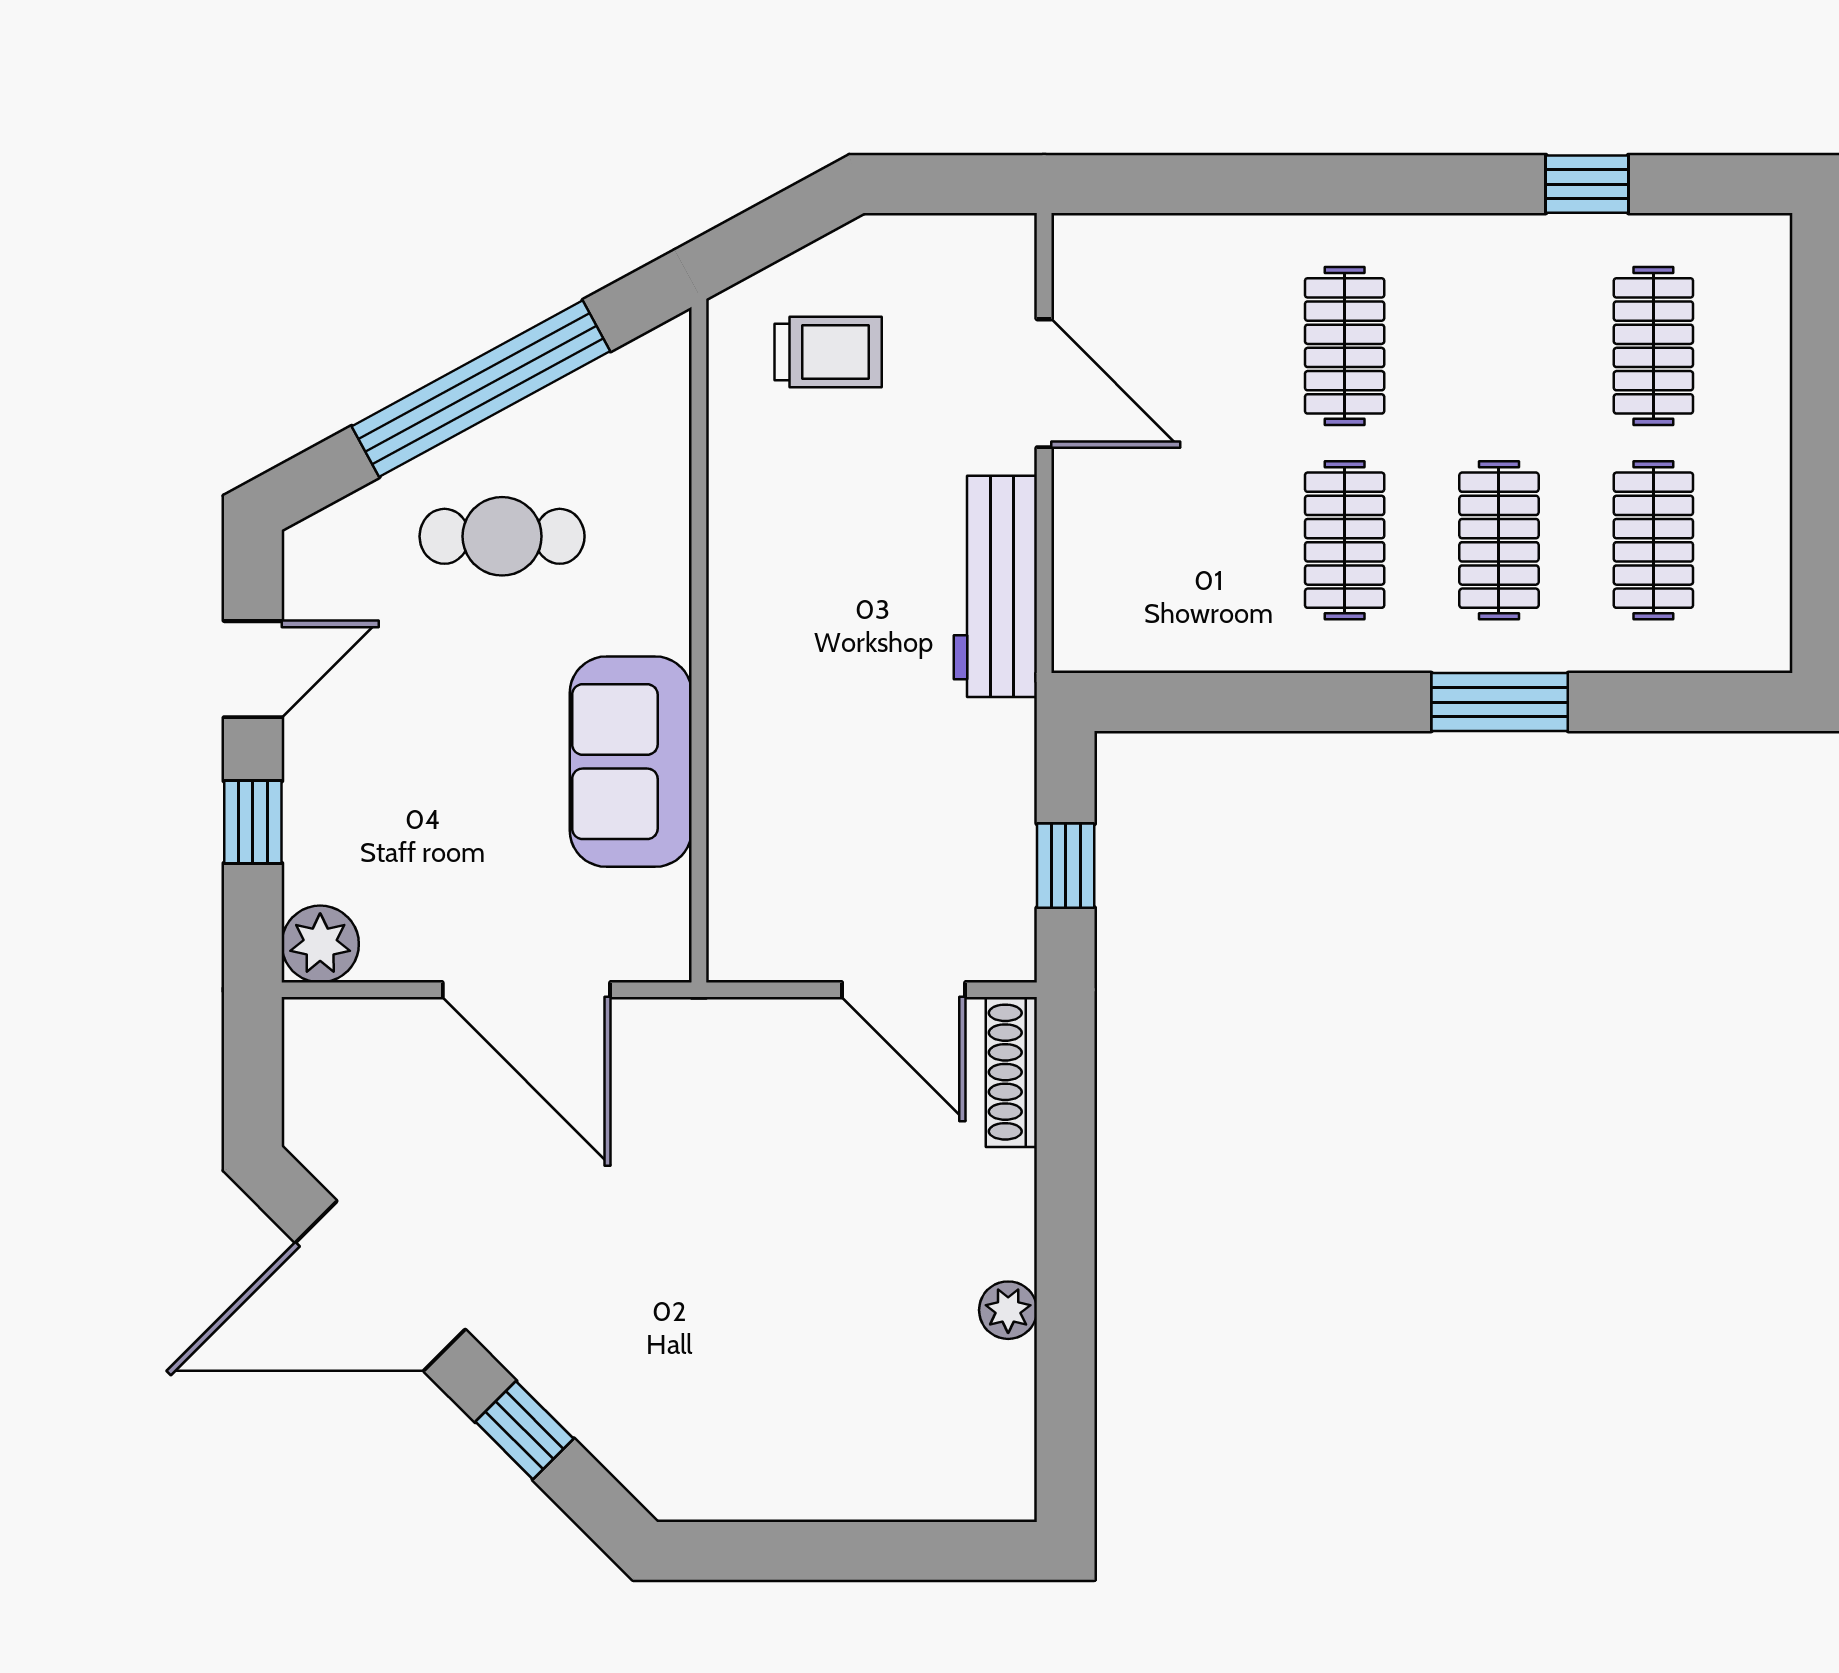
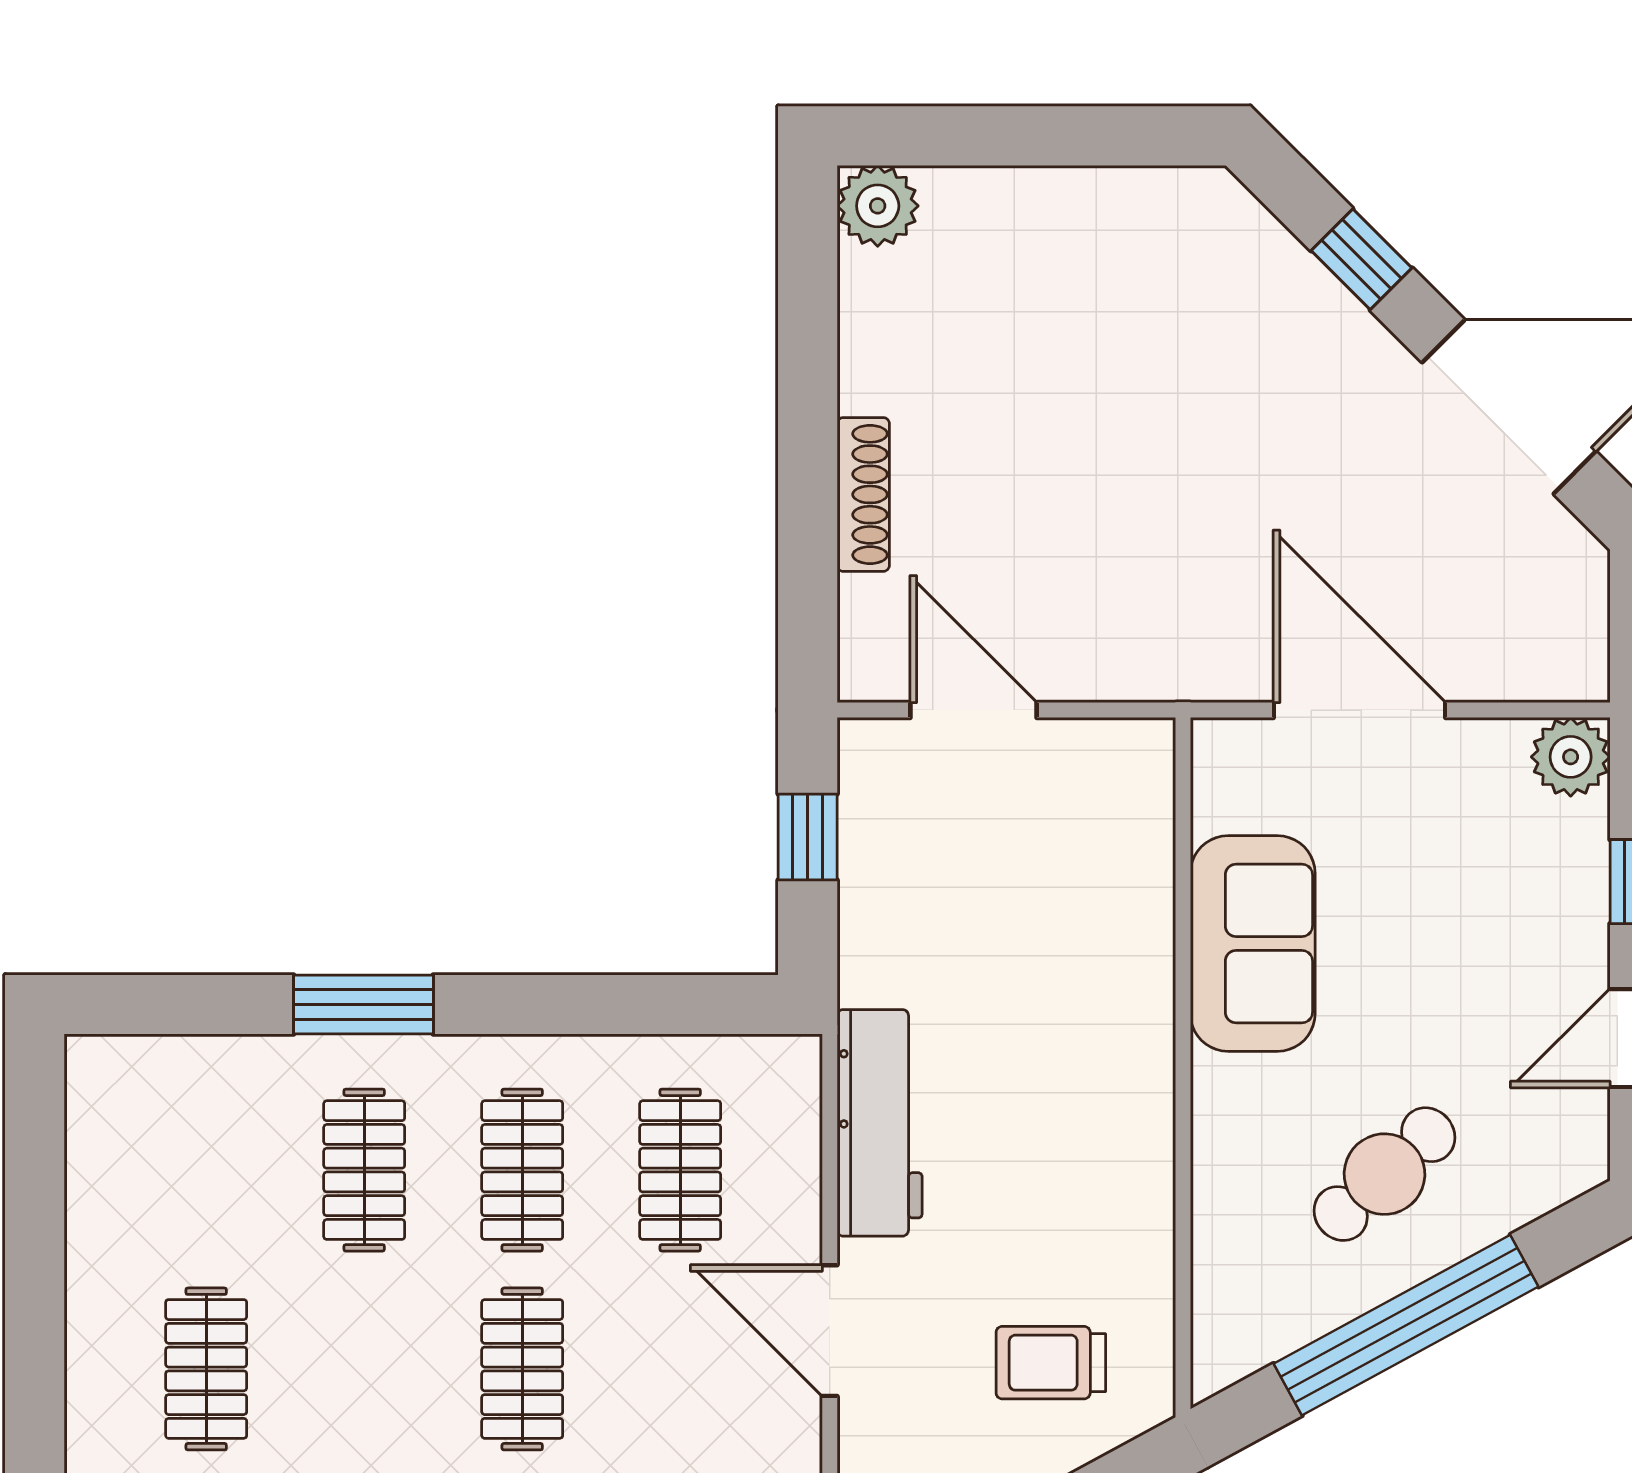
cafe table: (502, 536) -> (1384, 1174), turned -42
clothes rail: (1653, 540) -> (680, 1170), moved
shoe rack: (1011, 1072) -> (863, 494), moved
plant: (1008, 1310) -> (878, 206), moved, width x1.38, depth x1.38

